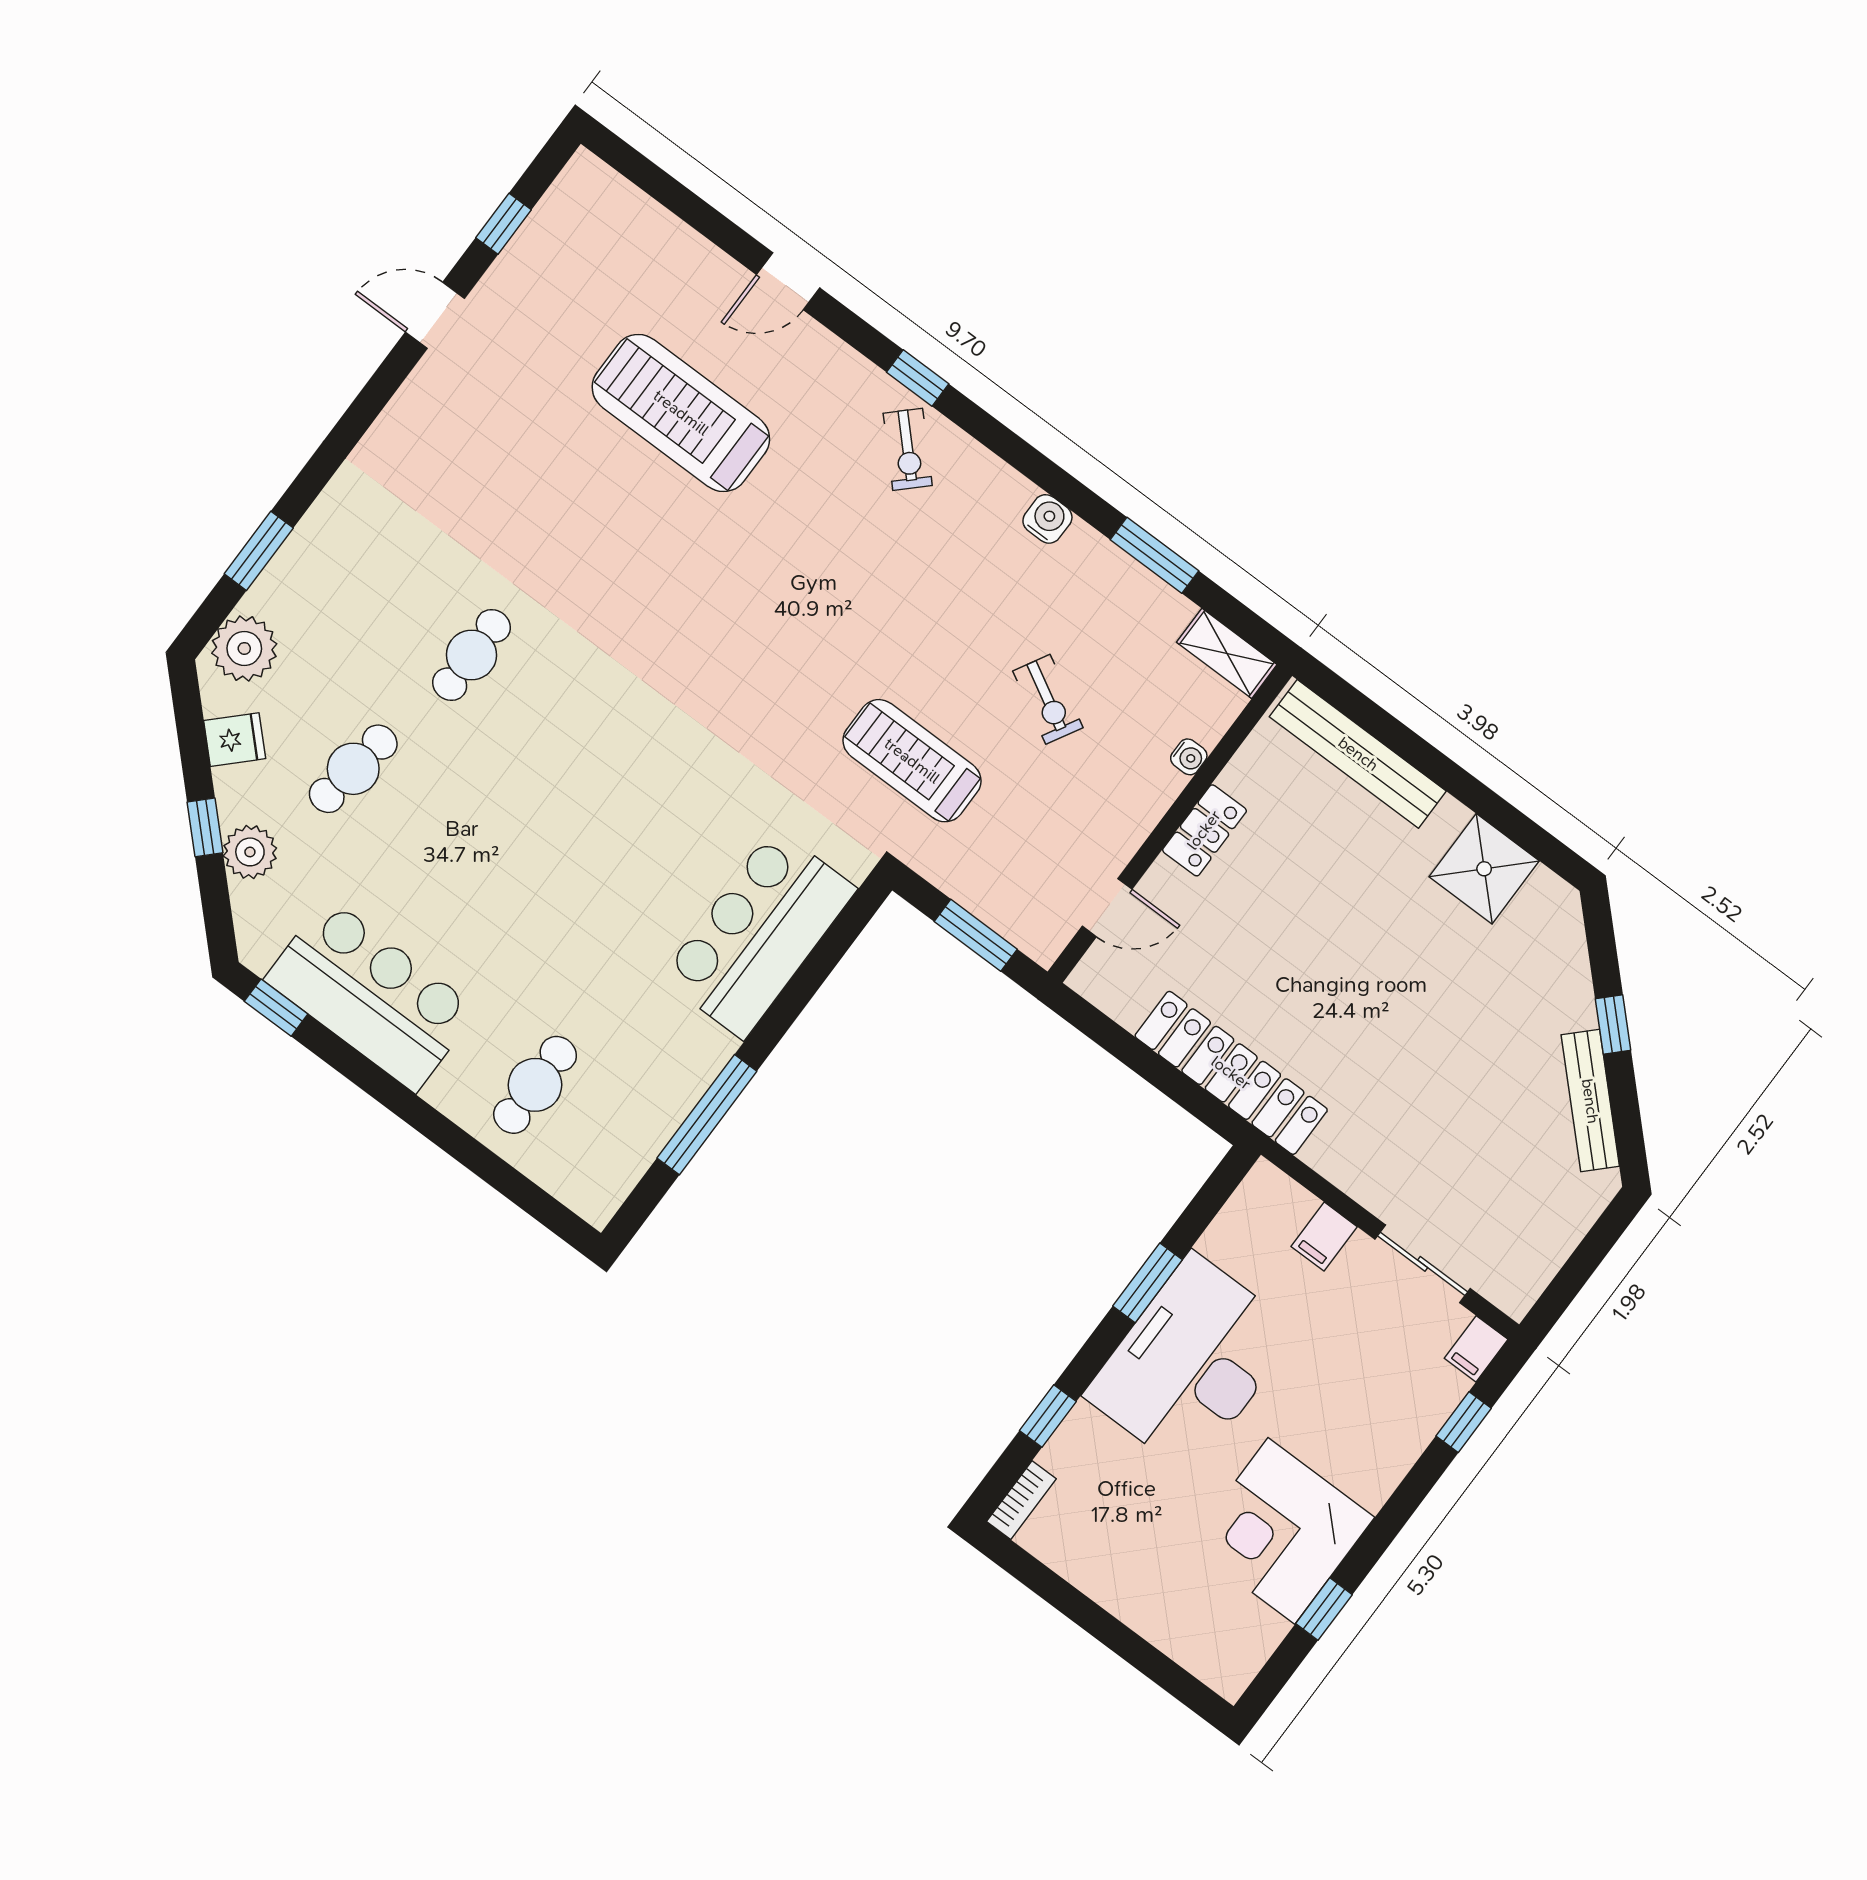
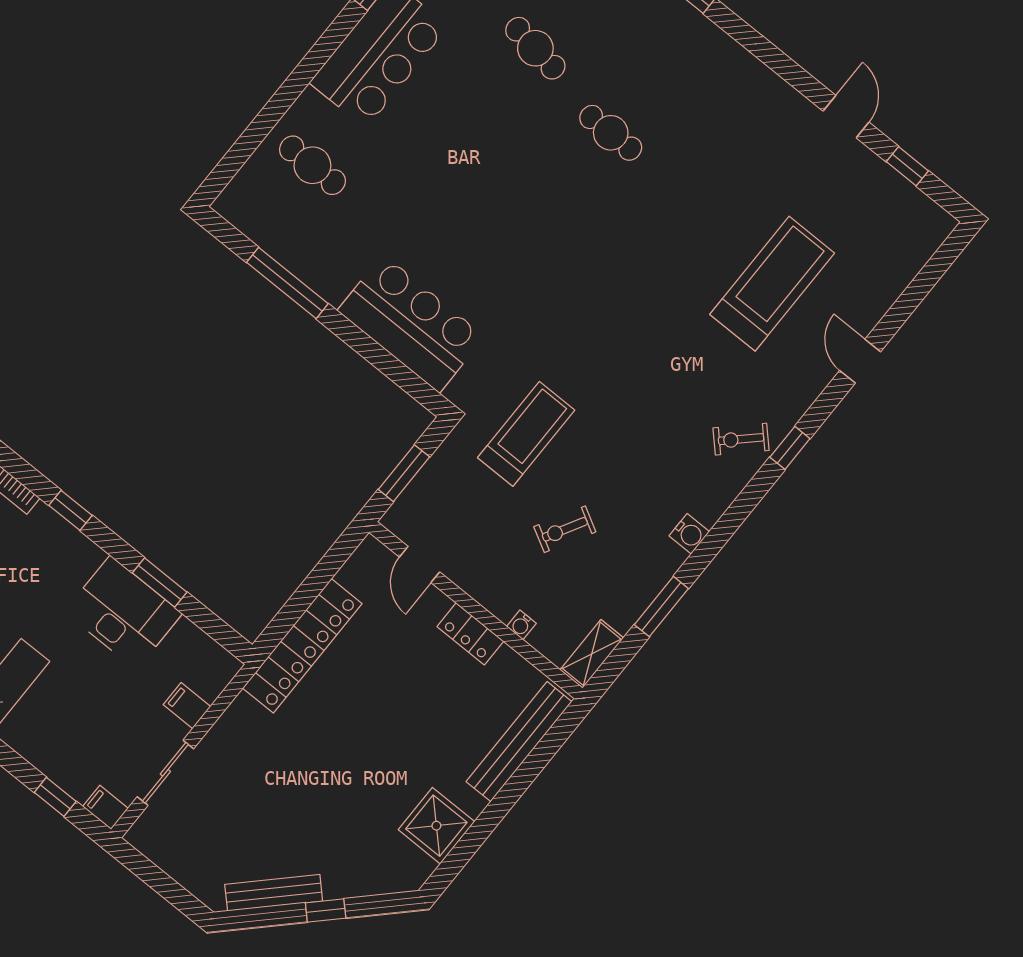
desk: (1191, 1363) -> (123, 613), width x0.73, depth x0.77

